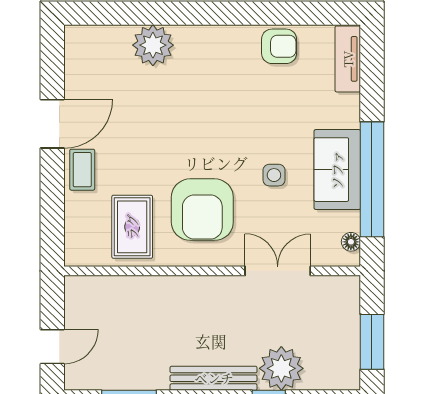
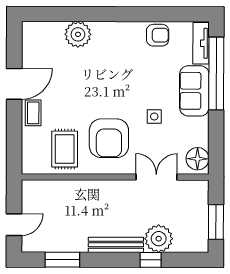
sofa: (337, 170) -> (194, 91), moved
window: (372, 179) -> (216, 74), moved
floor lamp: (351, 242) -> (197, 159), width x1.89, depth x1.89

